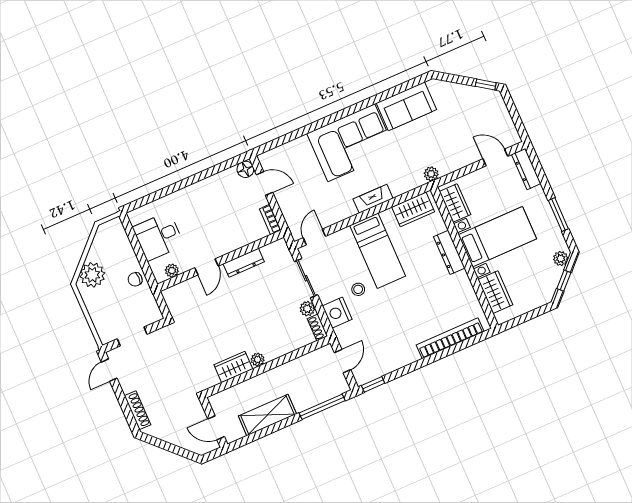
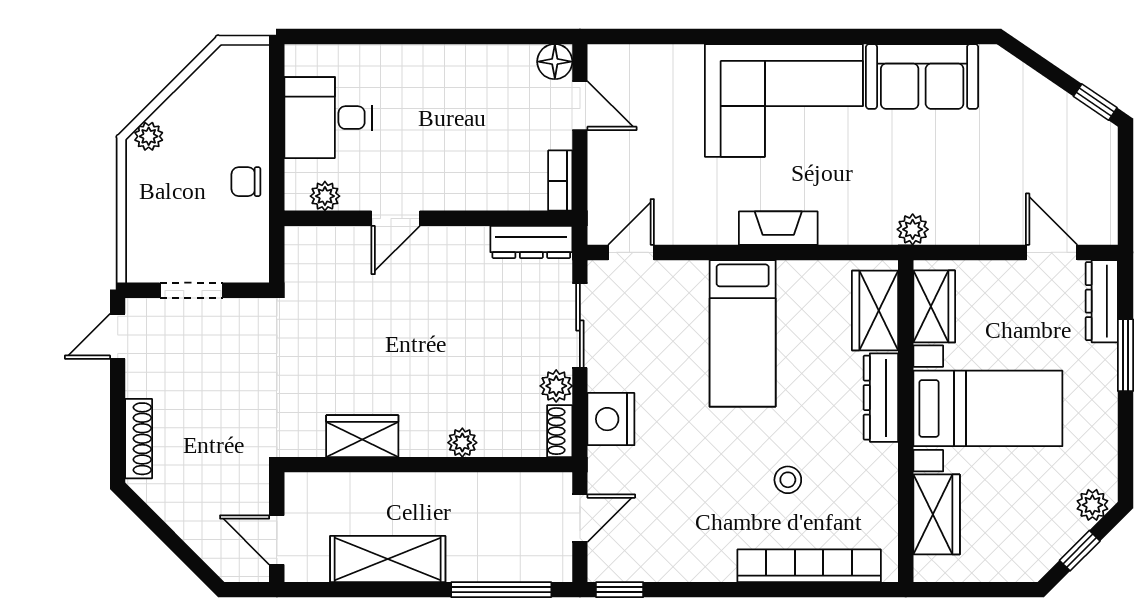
wardrobe: (413, 209) -> (875, 310), moved, turned 90
window: (558, 215) -> (1126, 355), moved
dresser: (244, 263) -> (531, 242), moved
plant: (92, 275) -> (149, 136), width x0.53, depth x0.53
stool: (358, 289) -> (788, 480), moved
plant: (258, 360) -> (462, 443), moved

